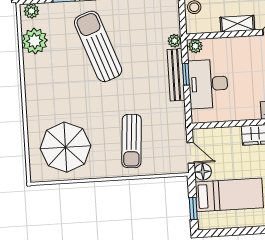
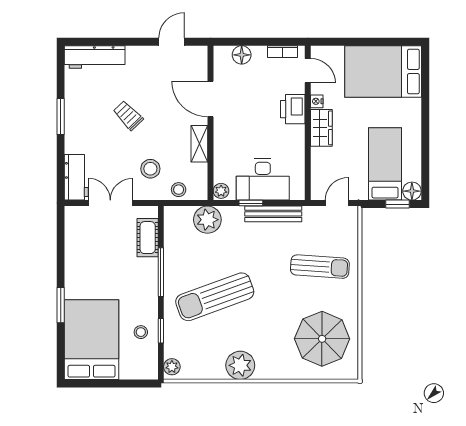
plant: (35, 41) -> (240, 365), moved
plant: (174, 41) -> (207, 220), width x1.88, depth x1.88
bench: (176, 75) -> (273, 214), moved
floor lamp: (203, 172) -> (412, 191), moved

